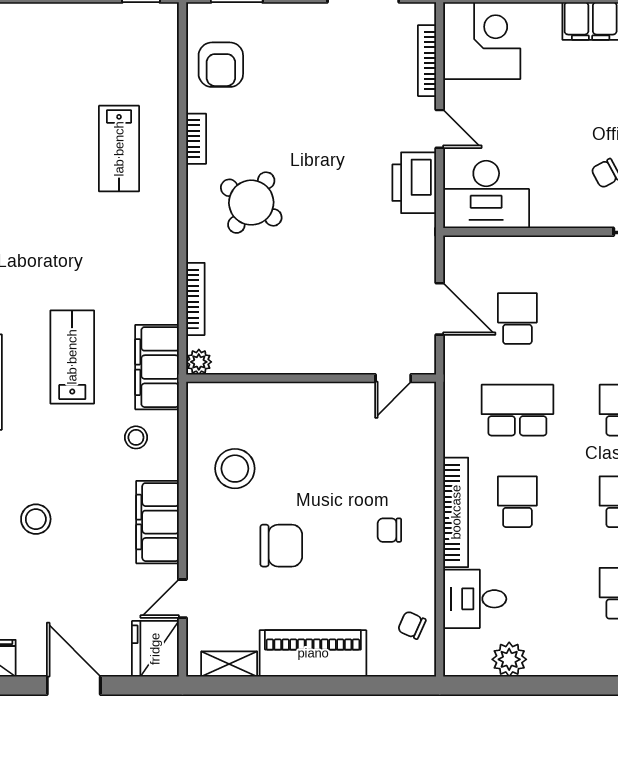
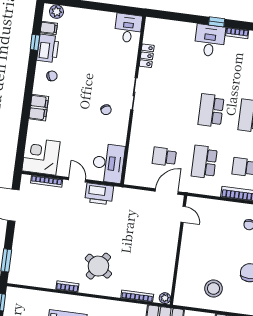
armchair: (221, 65) -> (37, 271), removed
door: (440, 129) -> (77, 180), hinge flipped
door: (440, 309) -> (167, 191), moved

